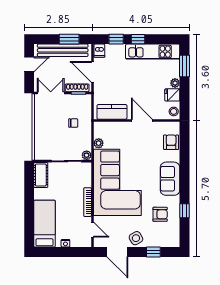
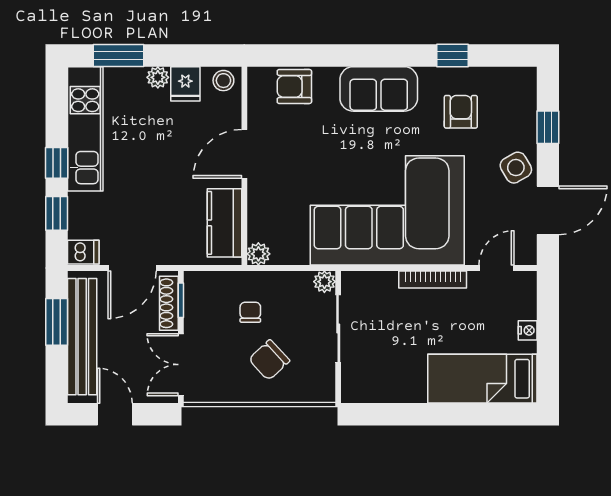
chair: (53, 131) -> (269, 360), added
plant: (99, 143) -> (258, 254), moved
cot: (41, 175) -> (370, 387), removed

